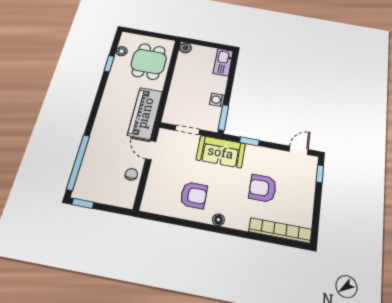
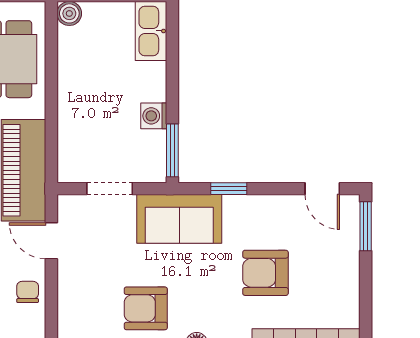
door: (299, 150) -> (322, 189), swing flipped
window: (320, 174) -> (366, 226), width x1.50
armchair: (194, 195) -> (146, 308), turned 180

